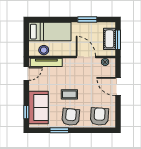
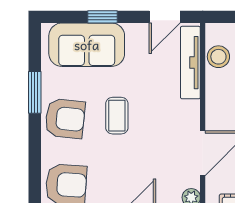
door: (26, 74) -> (165, 17), hinge flipped
window: (26, 112) -> (102, 17), moved

